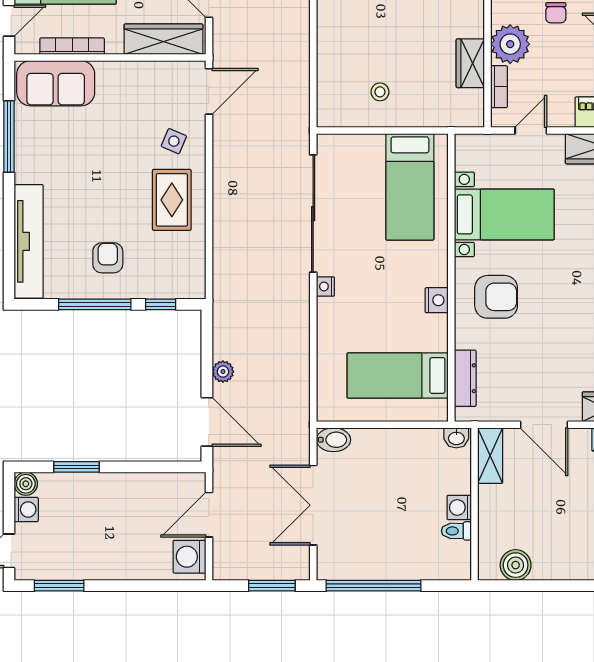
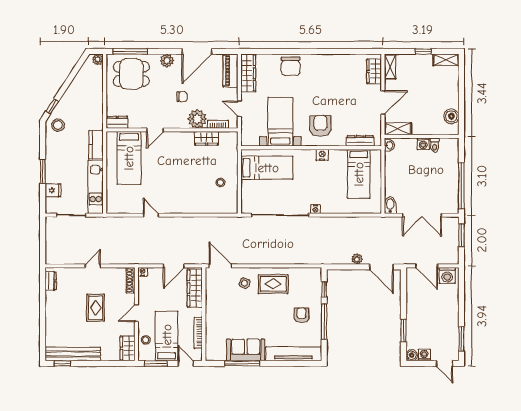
sofa: (56, 83) -> (246, 350), moved, turned -90
armchair: (108, 258) -> (301, 315), turned 90
door: (207, 422) -> (382, 267), swing flipped

